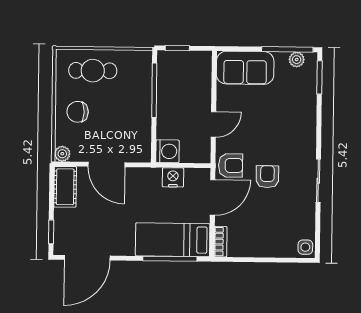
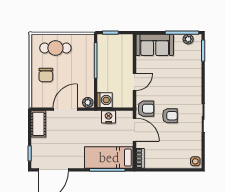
chair: (78, 112) -> (46, 75), turned -90
plant: (62, 154) -> (88, 102), moved
door: (106, 164) -> (65, 109), swing flipped
armchair: (267, 177) -> (170, 116), turned 90
door: (213, 197) -> (134, 130), hinge flipped

